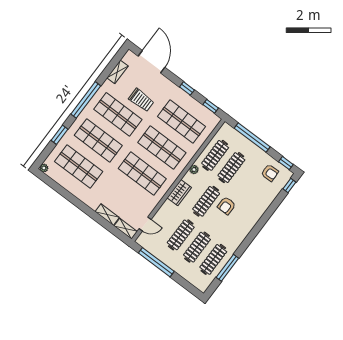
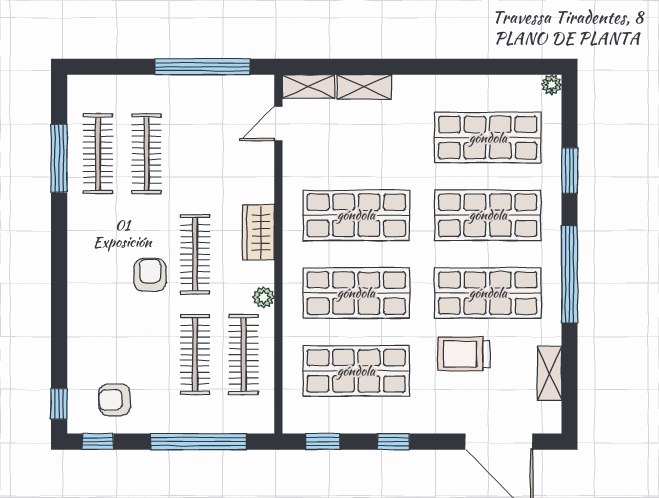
clothes rail: (181, 235) -> (195, 154), removed

